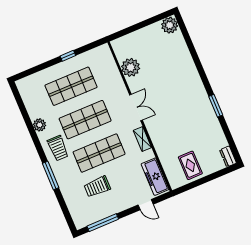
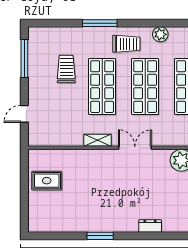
double door: (136, 108) -> (135, 148), swing flipped
trolley: (58, 148) -> (126, 44), turned 180
dresser: (228, 156) -> (150, 226), moved
freezer: (155, 177) -> (51, 137), removed

